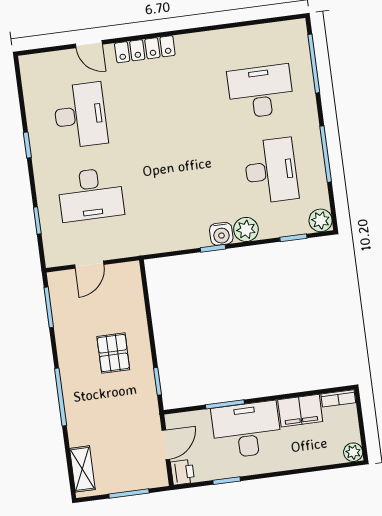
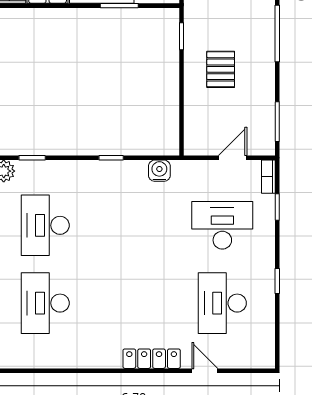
desk: (261, 92) -> (45, 303), turned 90
plant: (246, 229) -> (77, 172), removed
water cooler: (221, 234) -> (159, 171), moved
bookcase: (50, 250) -> (268, 177), added

